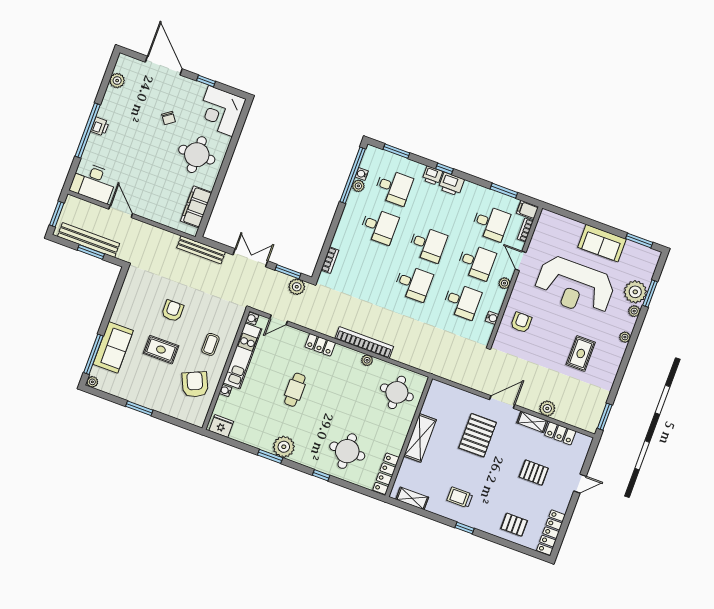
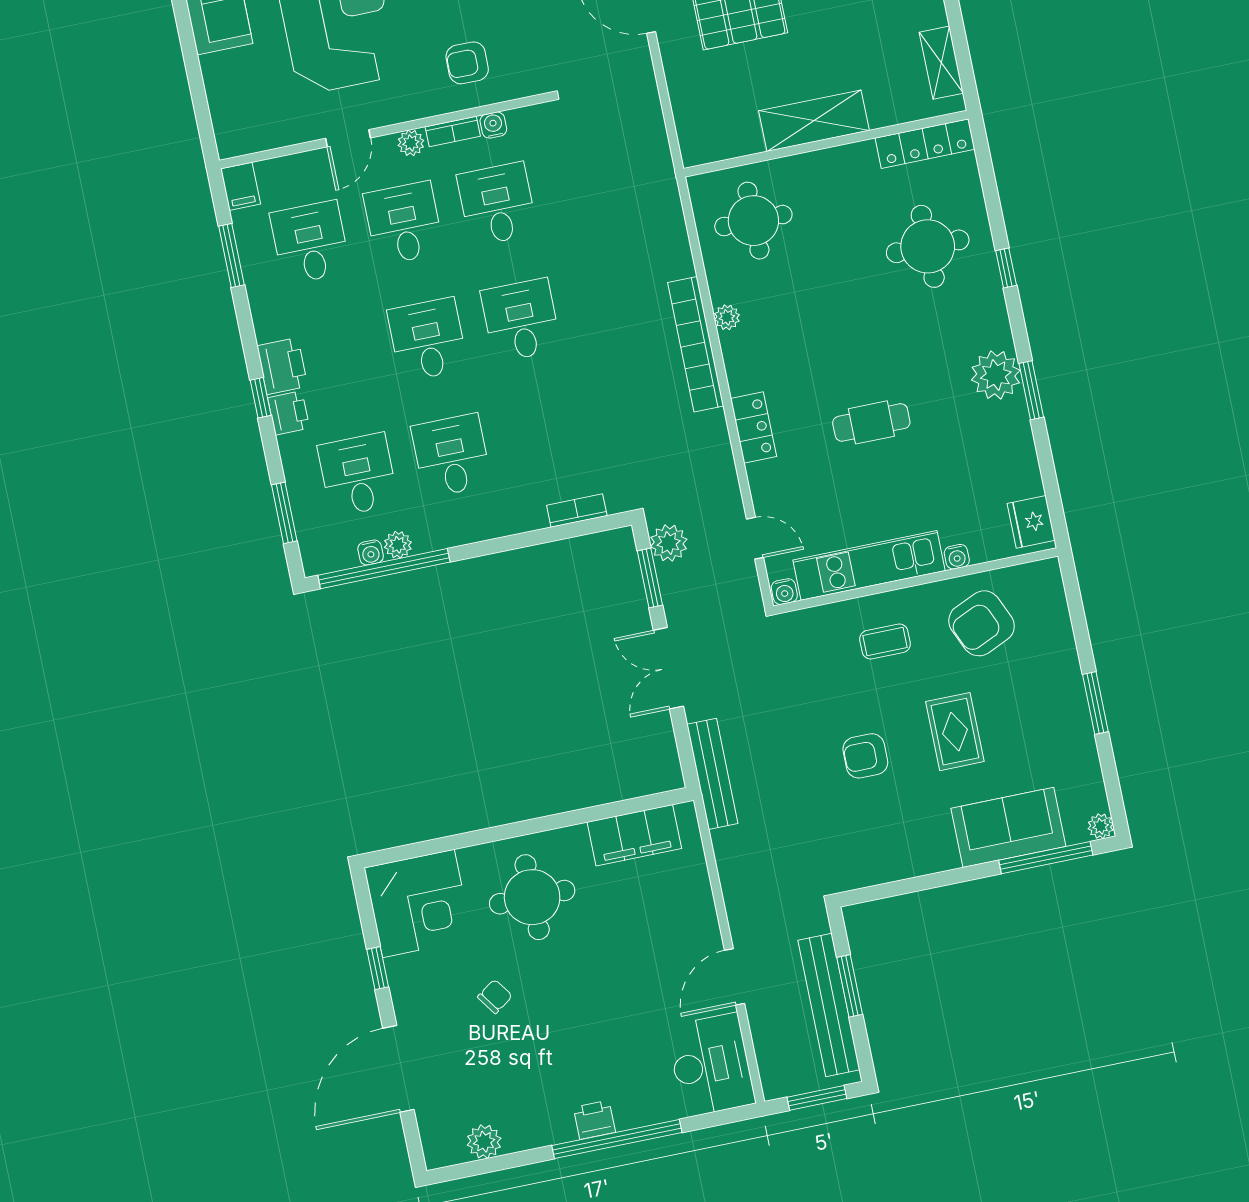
bookcase: (525, 230) -> (453, 131), moved

